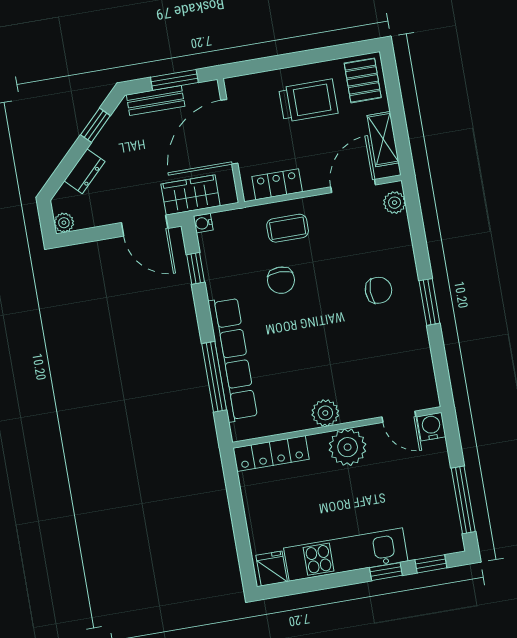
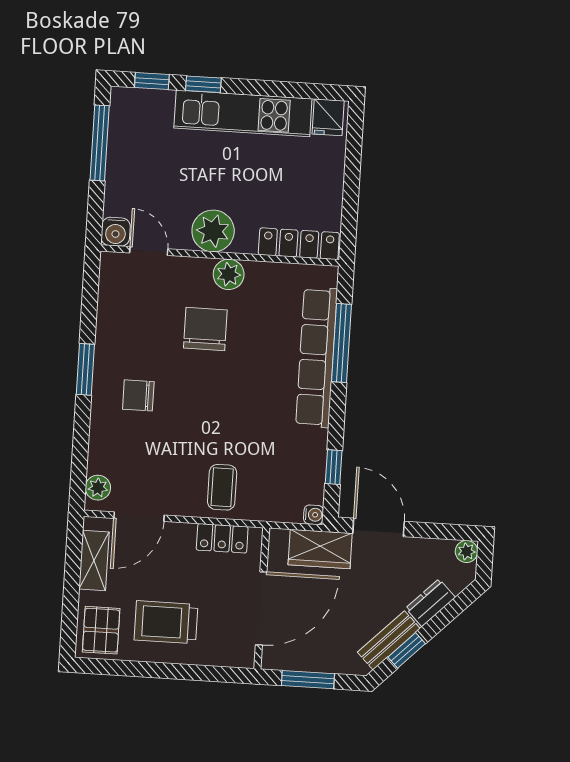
bench: (156, 101) -> (389, 640), moved, turned -45
coffee table: (288, 228) -> (222, 487), turned 90
chair: (281, 280) -> (205, 329), moved, width x1.37, depth x1.37

